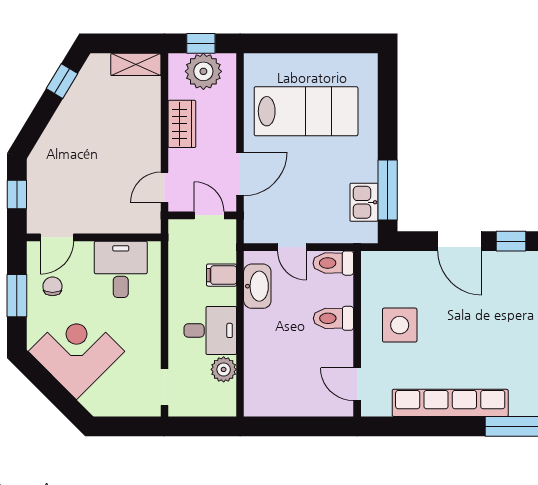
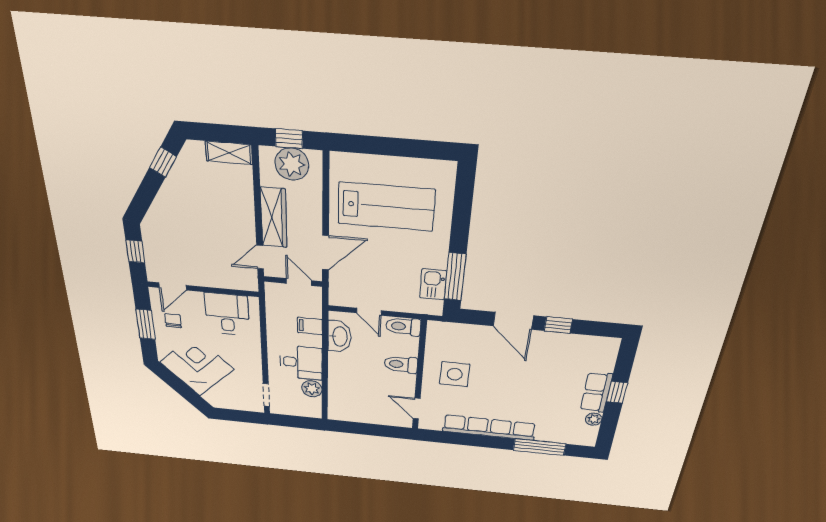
wardrobe: (182, 124) -> (274, 218), width x1.50

